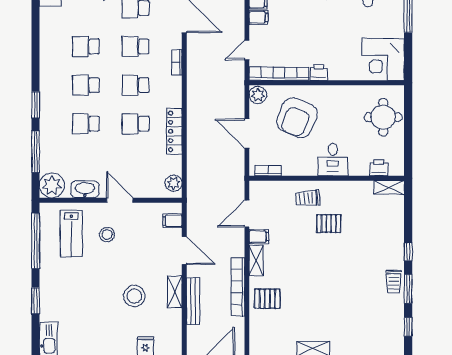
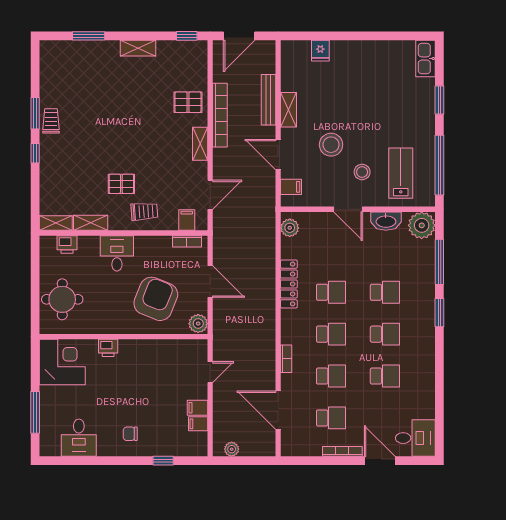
printer: (319, 72) -> (108, 348), moved
bookcase: (279, 74) -> (175, 347), removed
shelving: (357, 188) -> (91, 223), added
filing cabinet: (259, 237) -> (187, 220), moved, turned 90
stool: (134, 296) -> (331, 145), moved
window: (408, 327) -> (35, 72), removed

